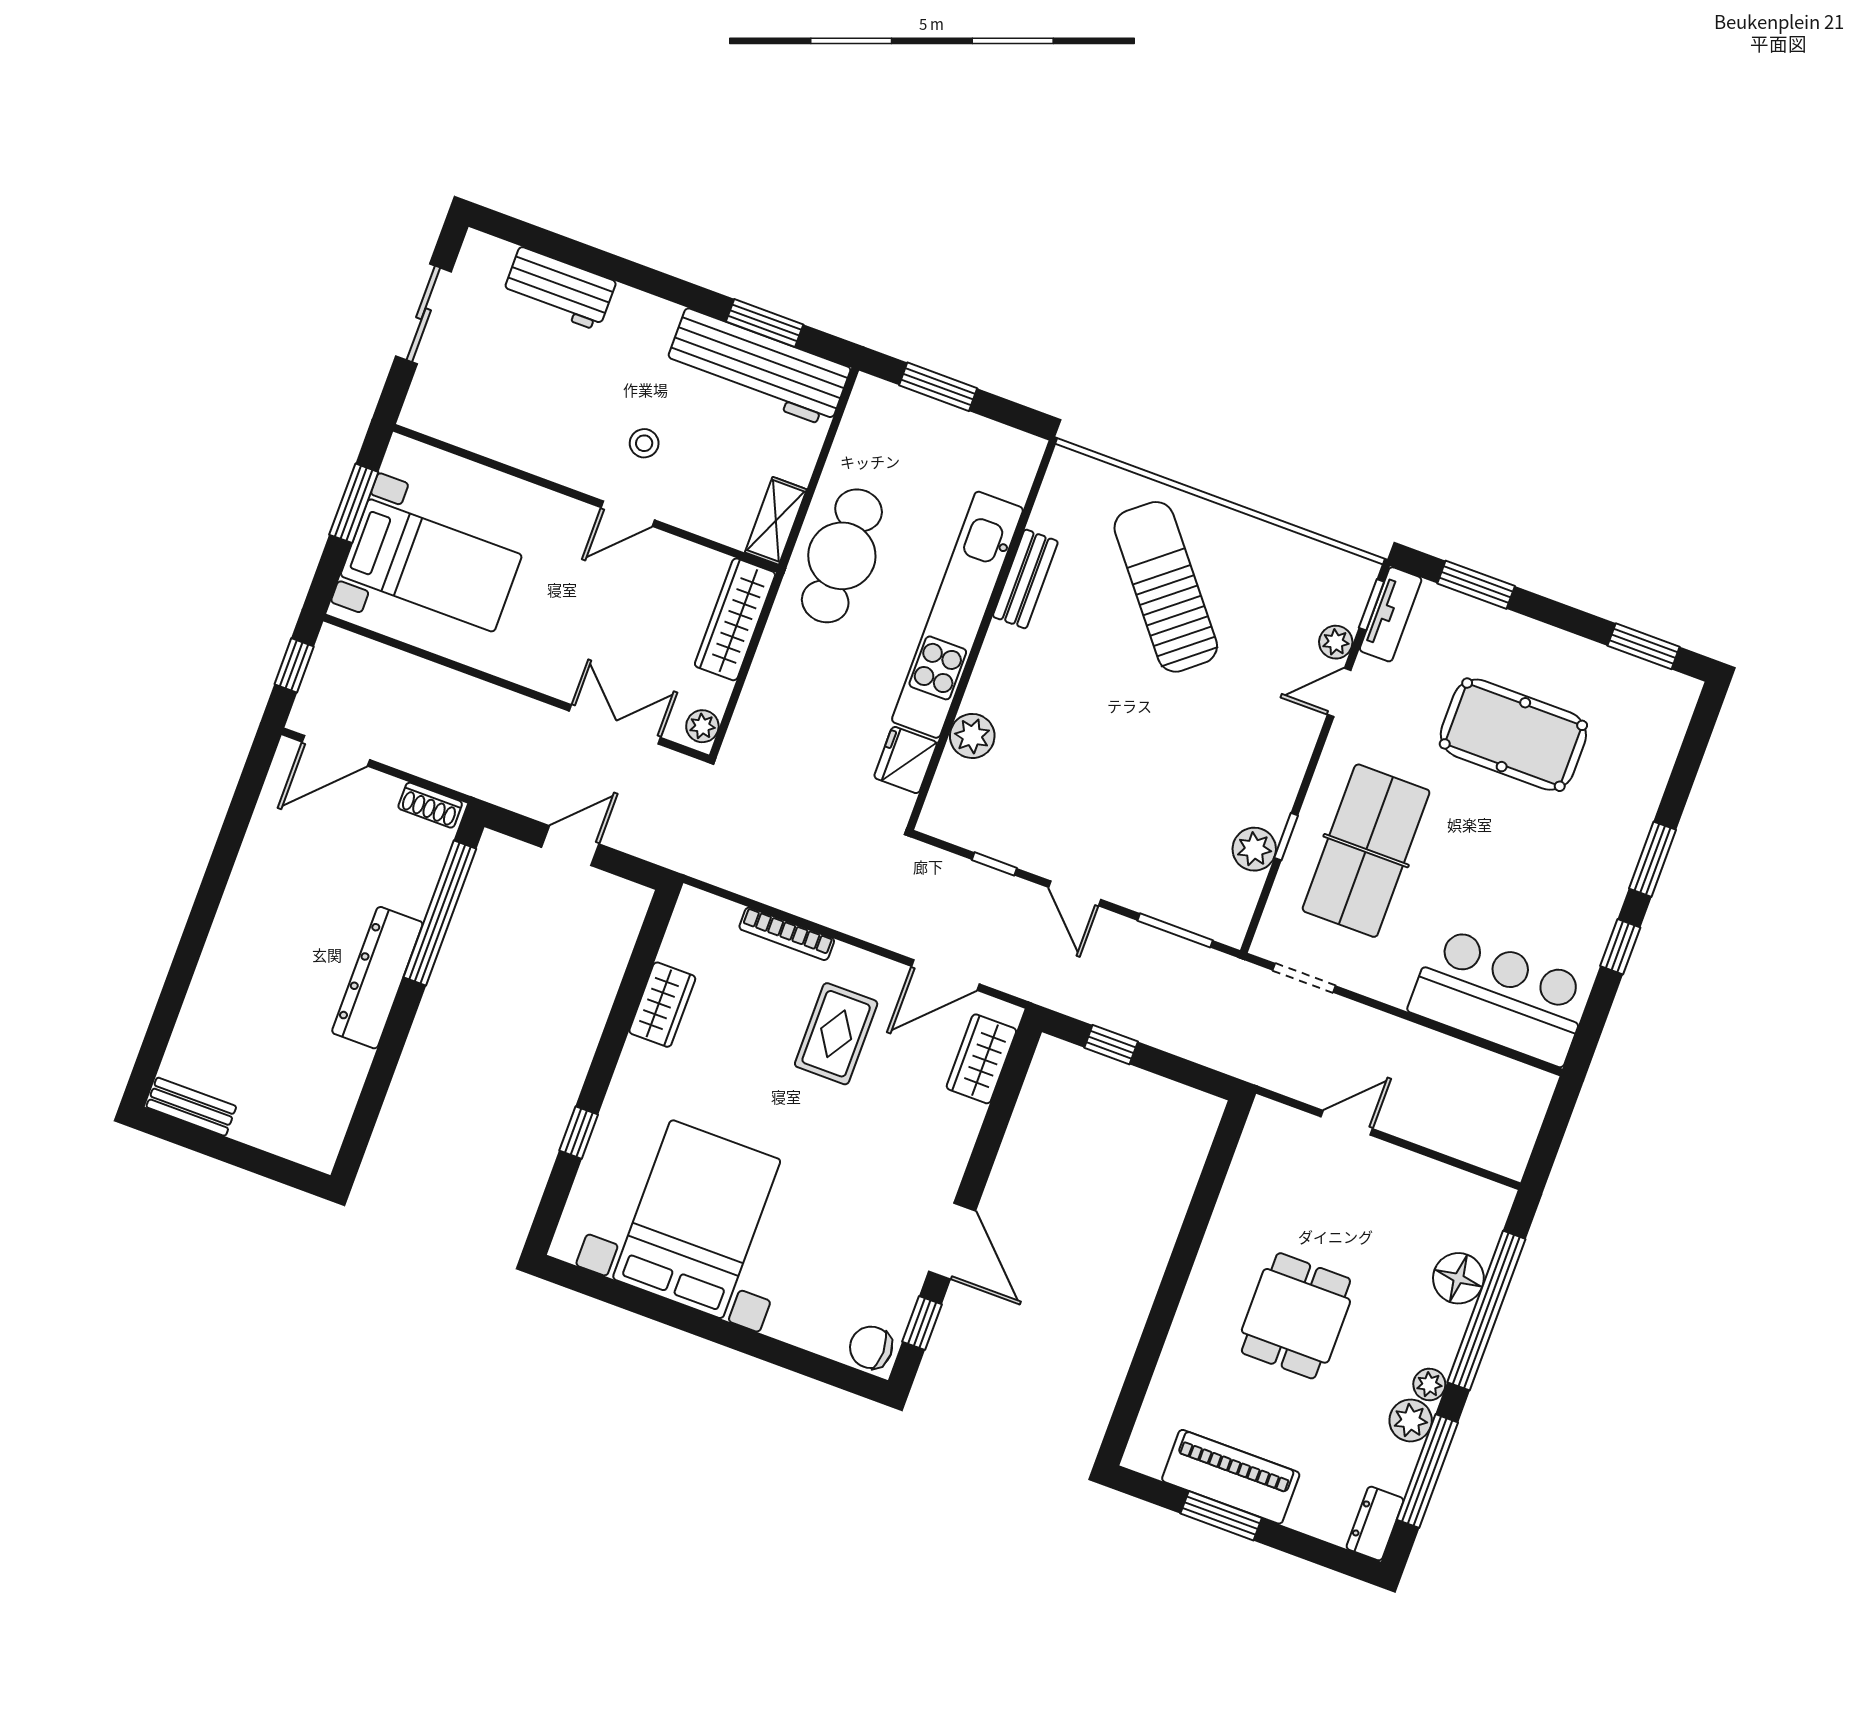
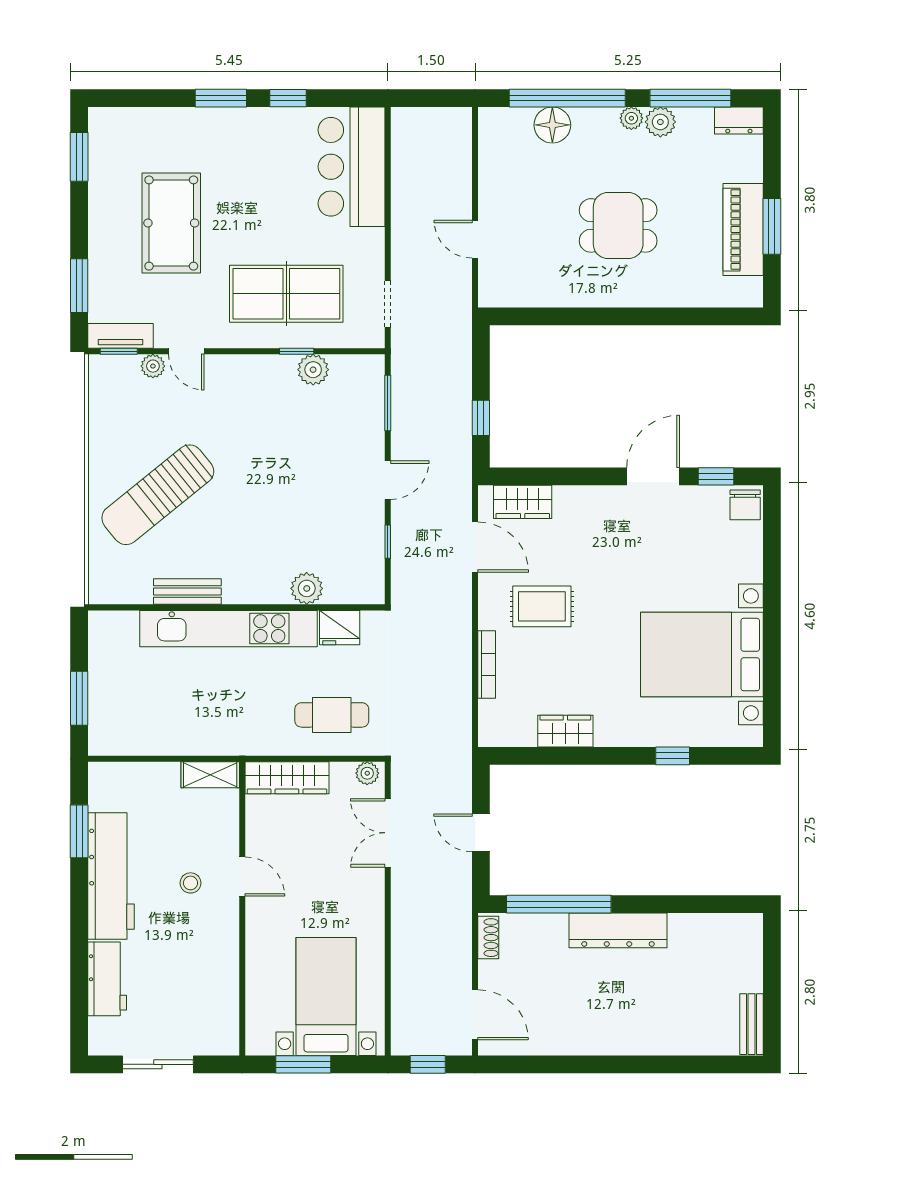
workbench: (758, 368) -> (111, 876), moved
cafe table: (842, 556) -> (332, 715), moved, width x0.73, depth x0.74

